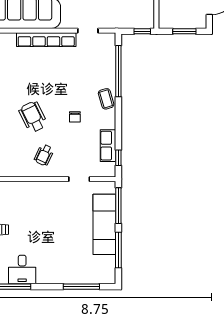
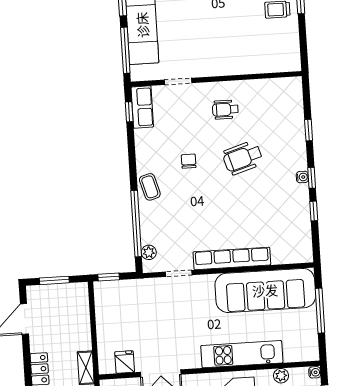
plant: (110, 48) -> (149, 252), added
wheelchair: (33, 117) -> (243, 158), turned 99
row of seats: (108, 146) -> (142, 107), moved
wheelchair: (44, 155) -> (225, 110), turned -115

